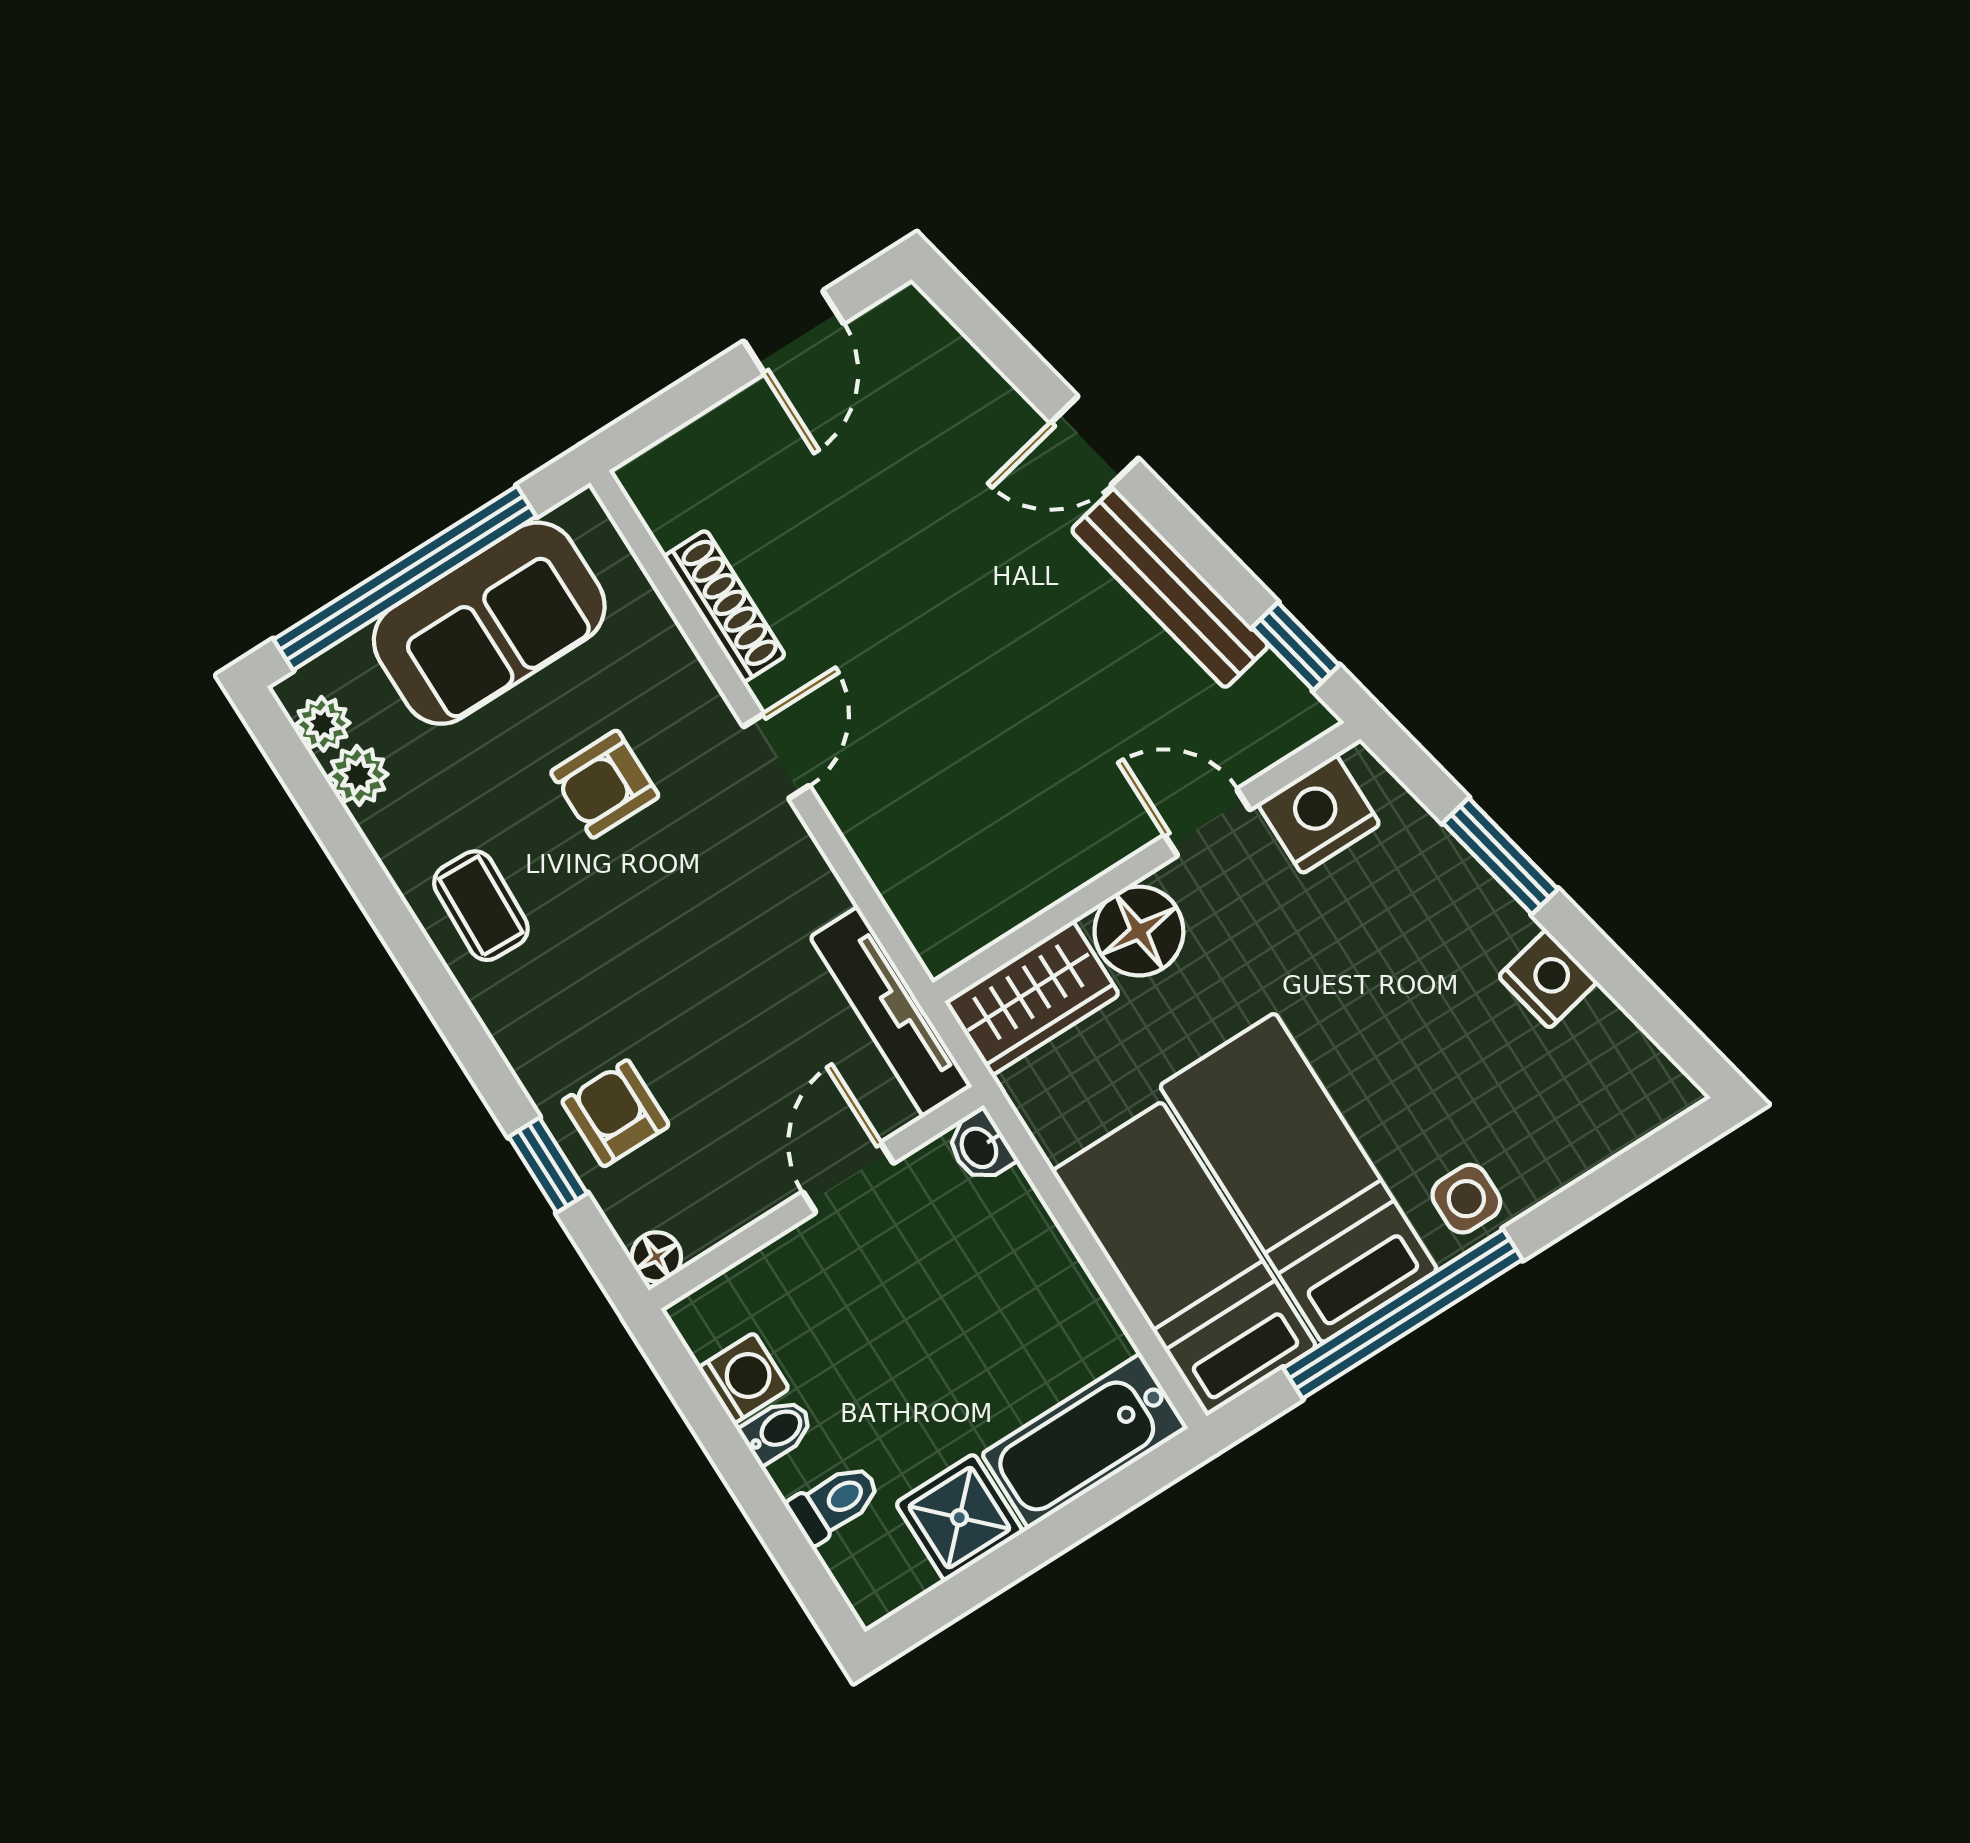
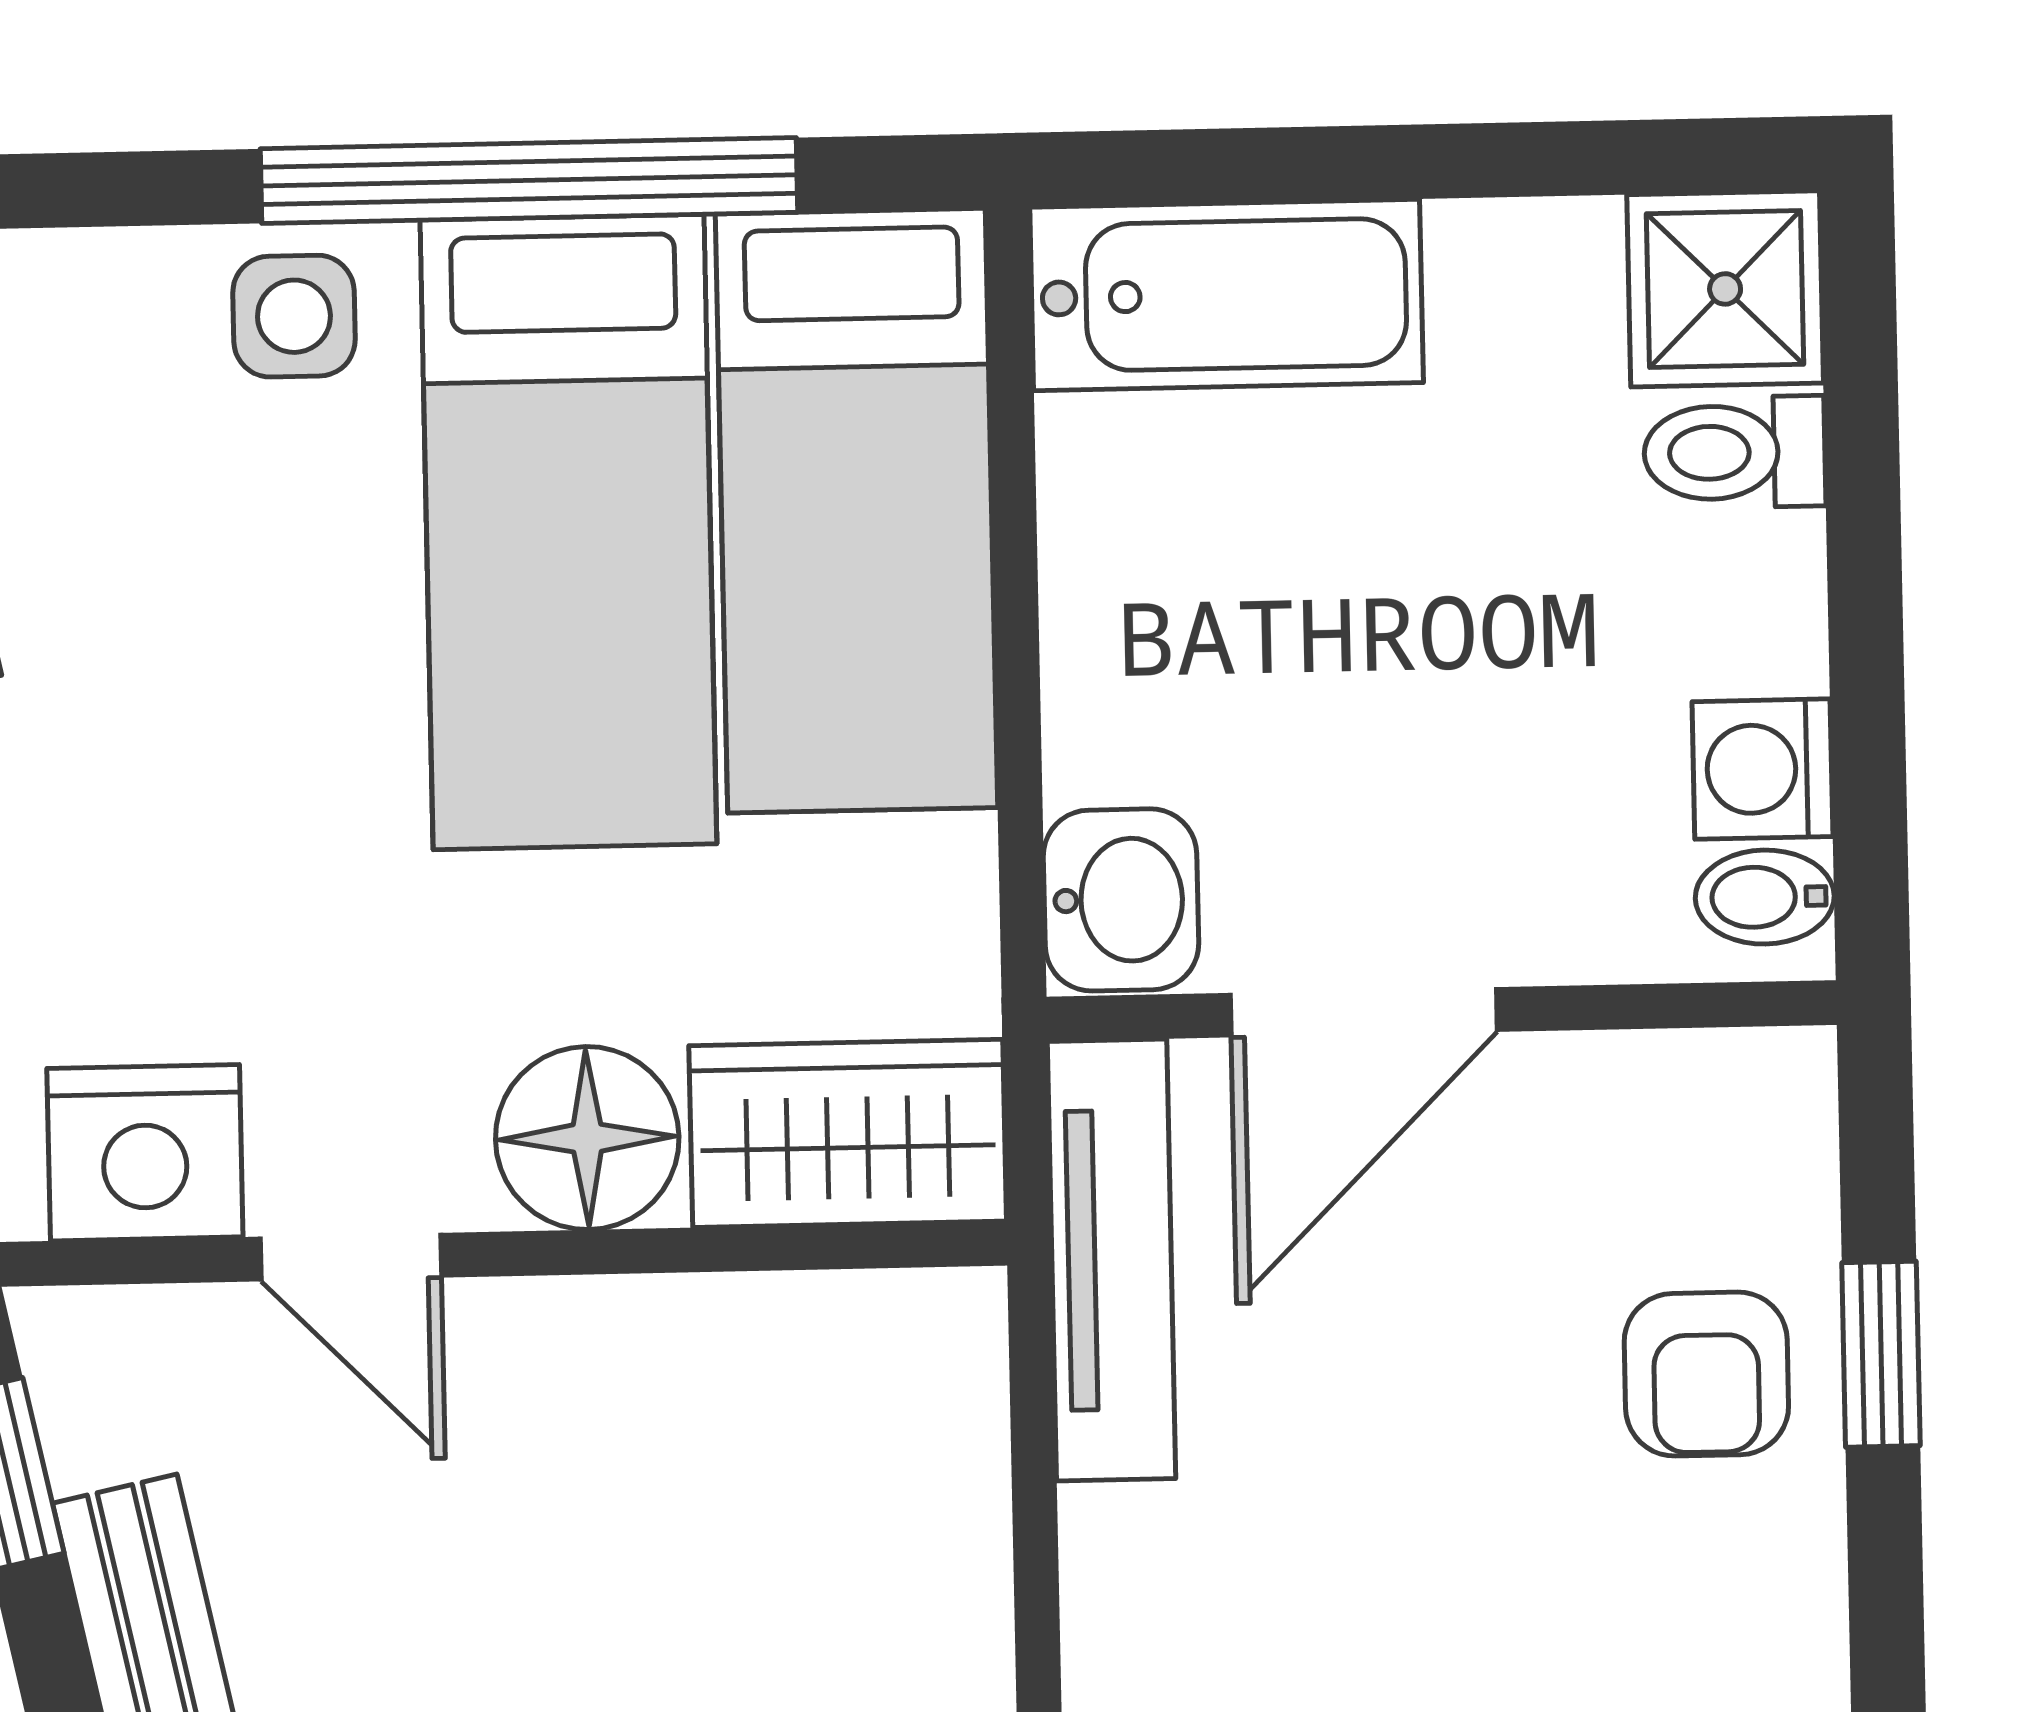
washbasin: (980, 1147) -> (1121, 900), width x1.38, depth x1.45
door: (848, 1178) -> (1364, 1012), width x1.38
floor lamp: (656, 1257) -> (1787, 1077), removed
bidet: (777, 1431) -> (1765, 897), moved
shower: (959, 1518) -> (1725, 289), moved

